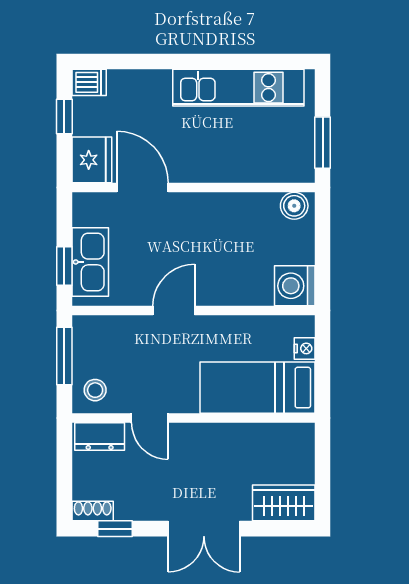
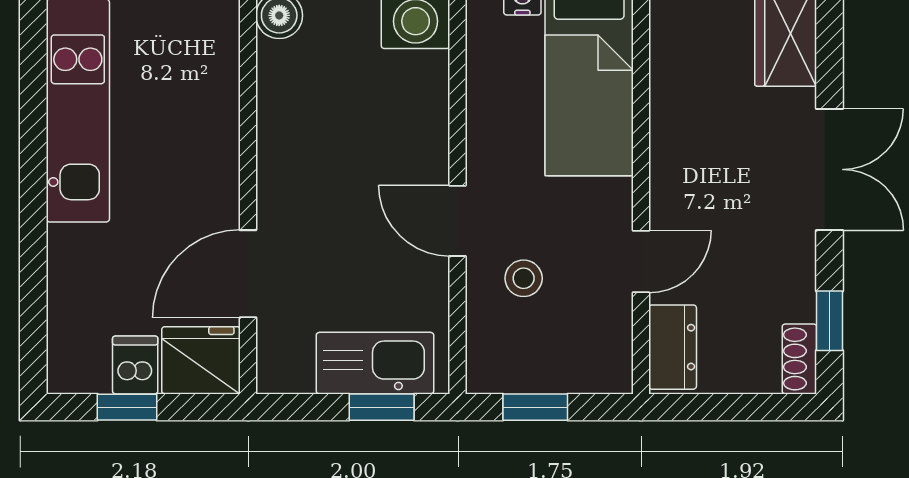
dishwasher: (89, 82) -> (135, 365), moved
window: (64, 356) -> (535, 407), width x0.67
stool: (95, 390) -> (524, 278), moved

